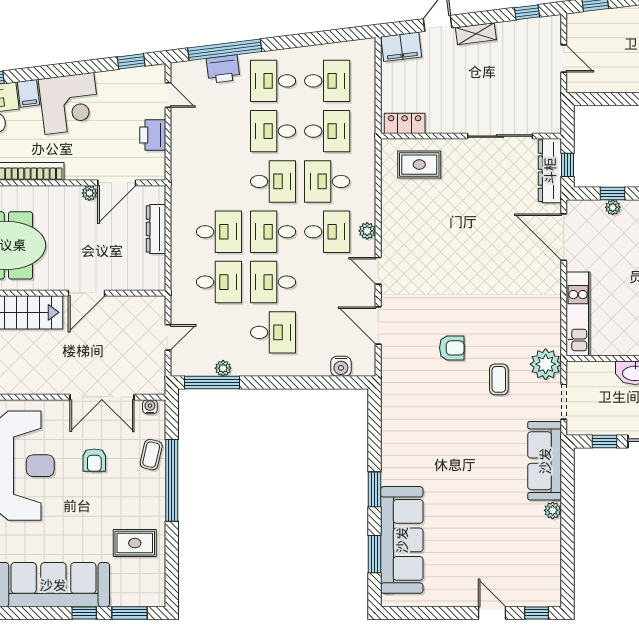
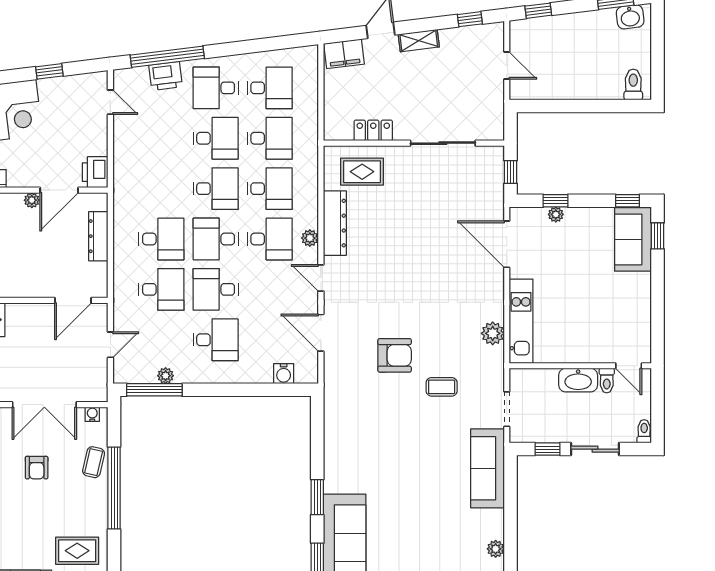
window: (131, 61) -> (49, 71), moved
locker: (405, 123) -> (373, 130), moved
desk: (273, 131) -> (216, 138), turned 180
printer: (153, 135) -> (95, 172), moved
dresser: (550, 171) -> (335, 223), moved, turned 180
desk: (327, 181) -> (270, 189), turned 180
door: (87, 293) -> (73, 300), moved
armchair: (452, 348) -> (395, 355), width x1.38, depth x1.38
plant: (546, 364) -> (493, 333), moved, width x0.73, depth x0.73
coffee table: (499, 379) -> (442, 387), turned 90
plant: (553, 510) -> (496, 549), moved

